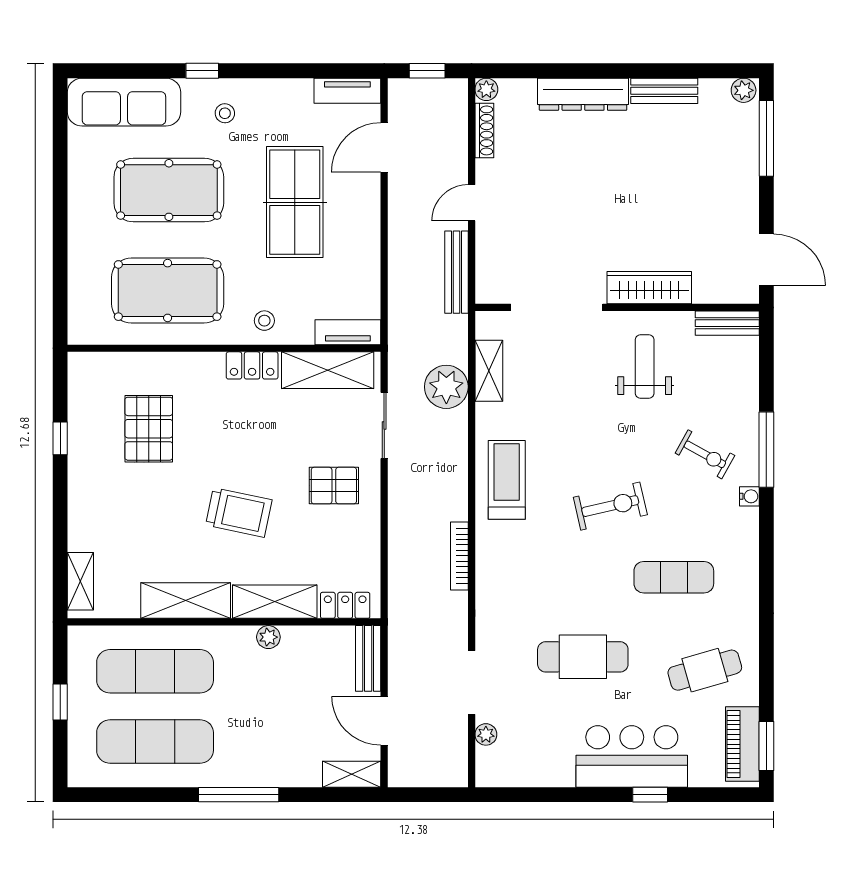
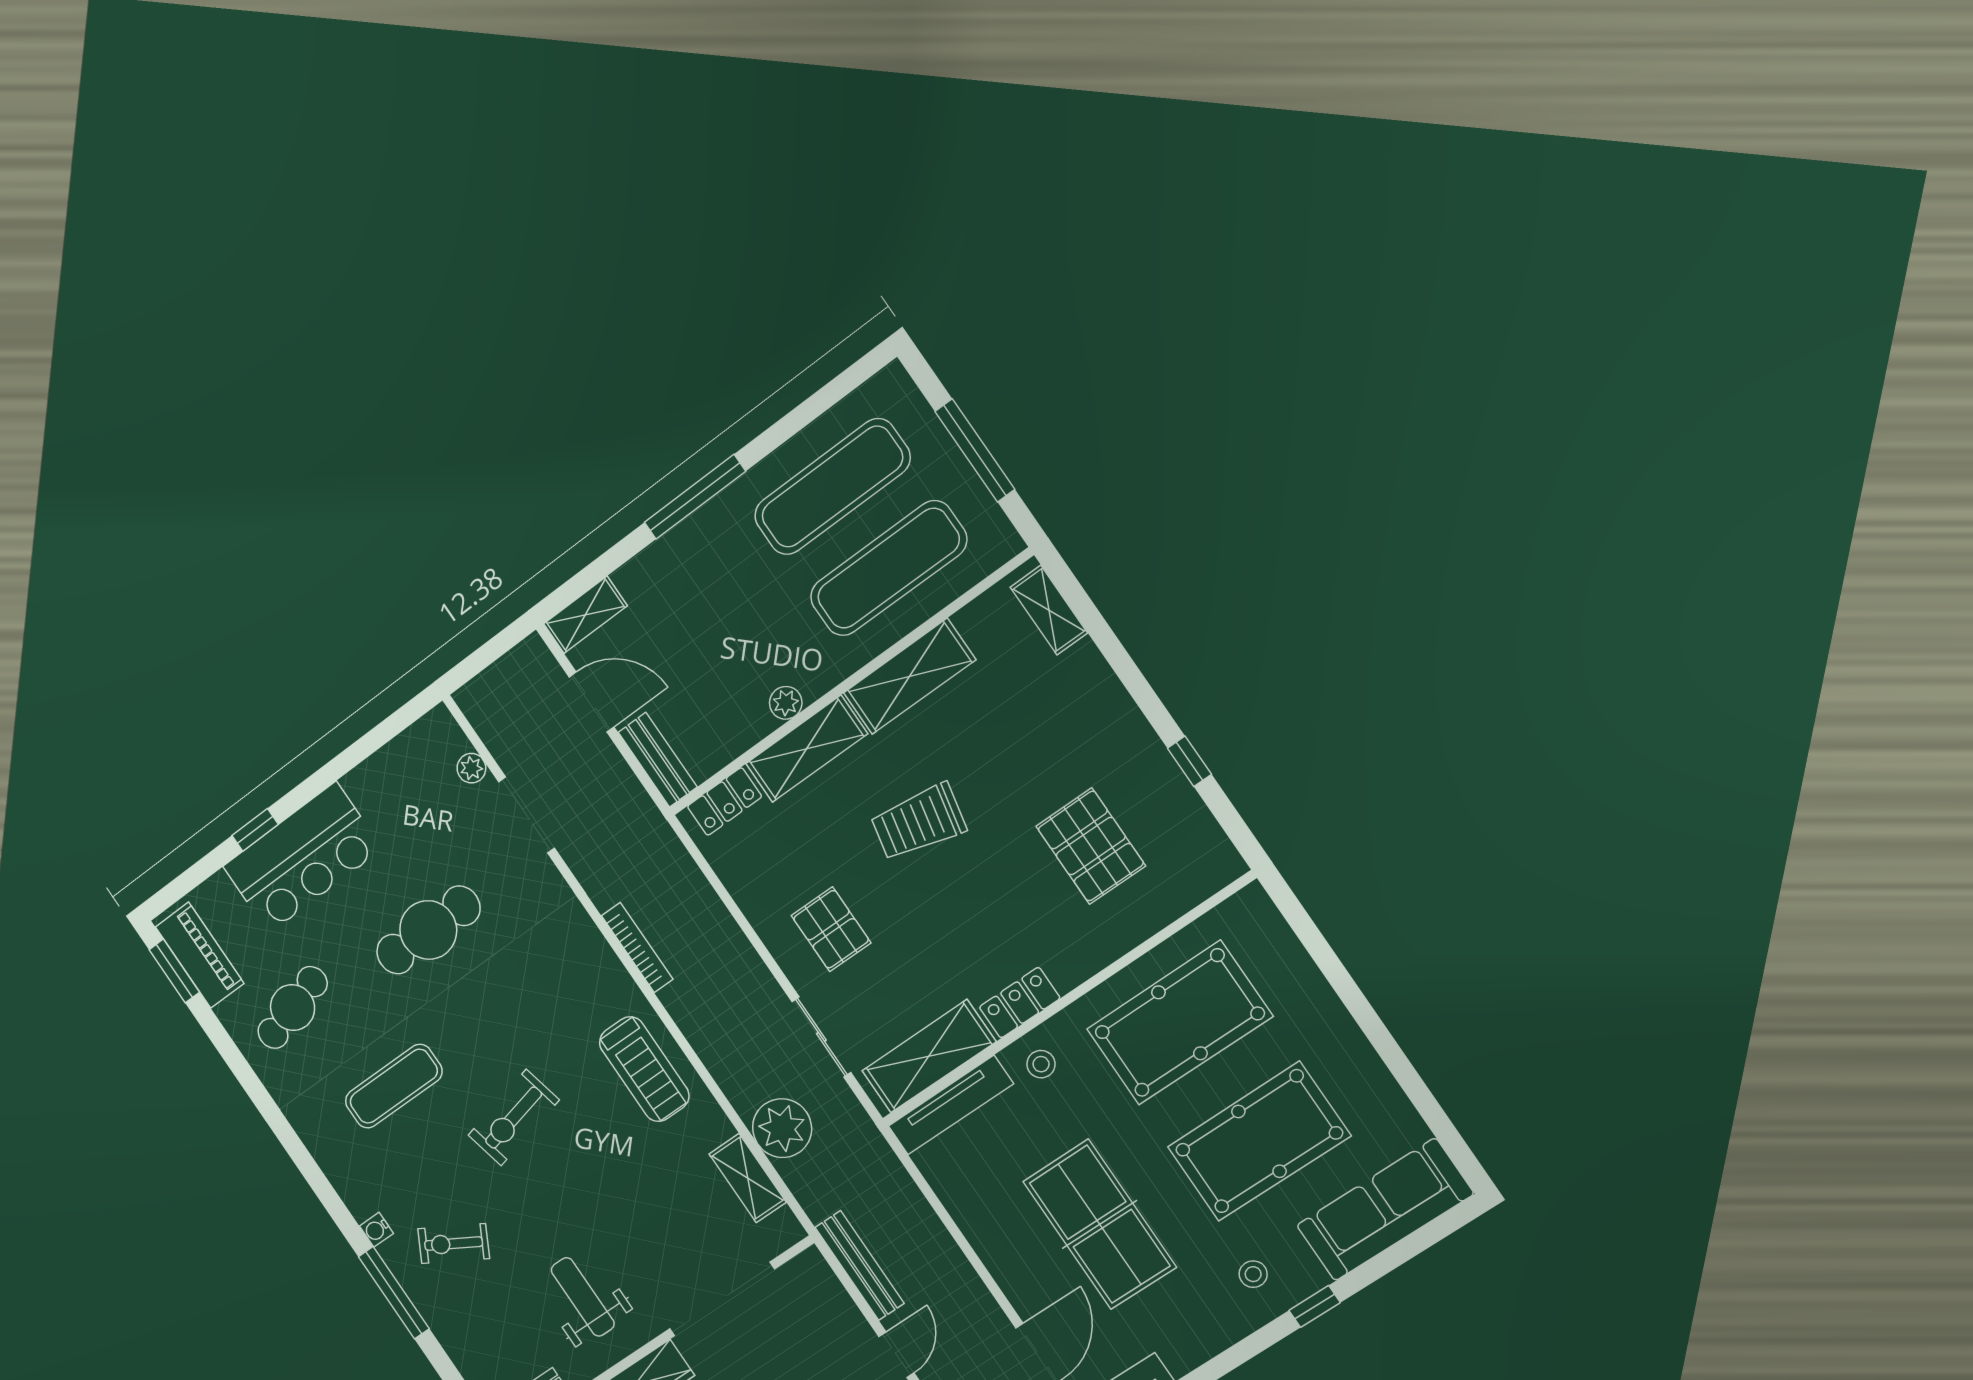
tv unit: (348, 332) -> (951, 1105), width x1.41
weight bench: (645, 367) -> (583, 1297), turned 180
pallet: (334, 486) -> (831, 929), turned 90
window: (60, 702) -> (975, 450), width x2.17

